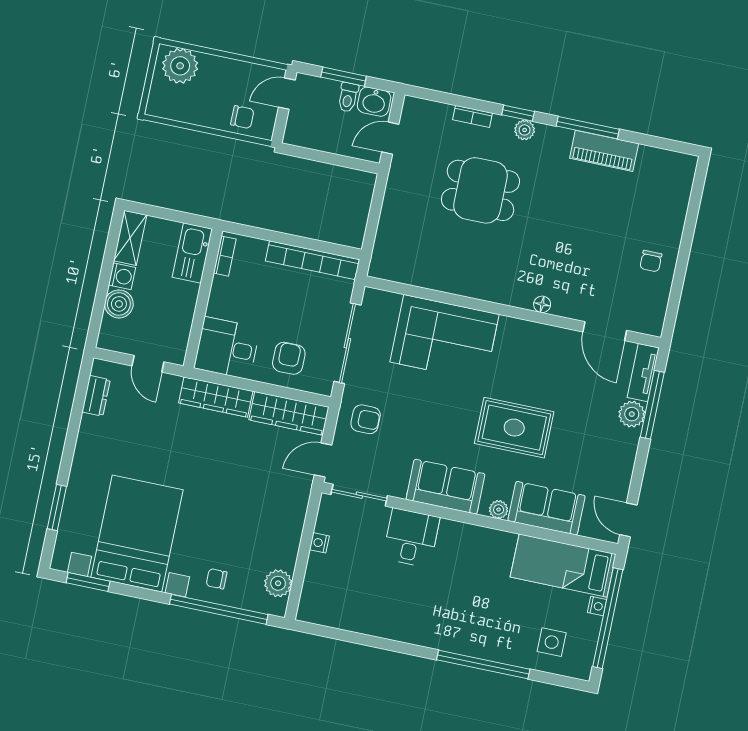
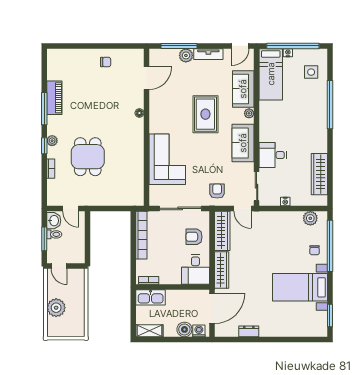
plant: (180, 66) -> (56, 308), moved
chair: (242, 117) -> (76, 286), removed
washing machine: (122, 276) -> (199, 331), moved
door: (148, 364) -> (212, 308), width x1.87
tv unit: (643, 373) -> (208, 54), moved
dresser: (96, 396) -> (249, 331), moved
window: (57, 507) -> (295, 339), removed
bed with nightstands: (137, 534) -> (300, 287), width x0.73
wardrobe: (357, 617) -> (319, 174), added

